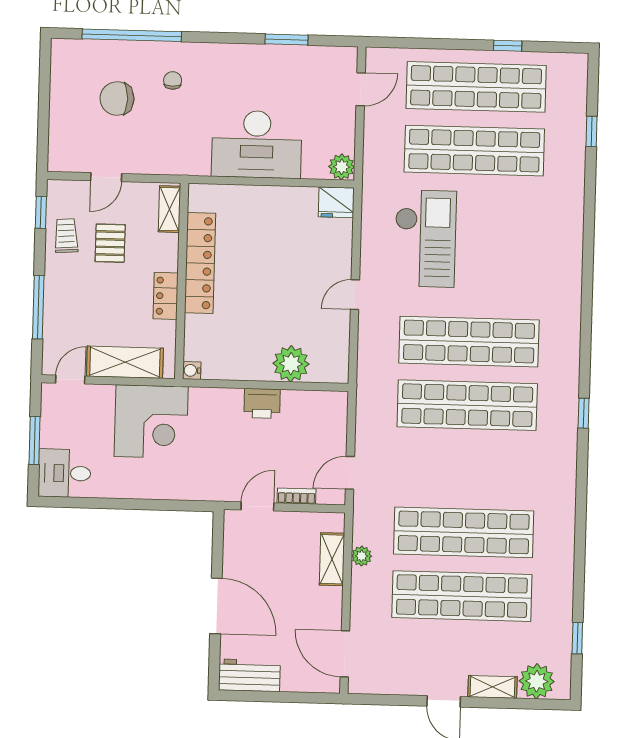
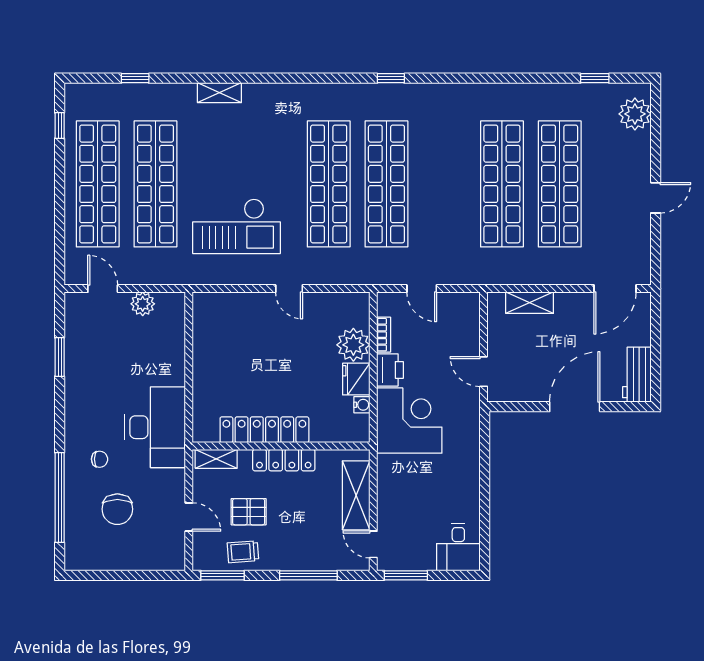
window: (508, 46) -> (60, 126), moved
chair: (173, 80) -> (100, 459), turned 180
desk: (257, 144) -> (155, 427), moved
plant: (342, 167) -> (143, 304), moved
fridge: (336, 202) -> (356, 379), moved, turned 180
window: (41, 212) -> (223, 575), width x1.50
checkout: (425, 239) -> (236, 226), turned 180
locker: (166, 296) -> (284, 460), width x1.53
water cooler: (192, 370) -> (362, 405), moved, turned -90
corner desk: (151, 422) -> (409, 421), moved
window: (34, 440) -> (406, 575), moved
door: (350, 473) -> (422, 289), moved
bookcase: (297, 496) -> (384, 335), moved, turned 180
plant: (362, 556) -> (526, 276), removed
shelving: (493, 687) -> (219, 93), moved, turned 90

